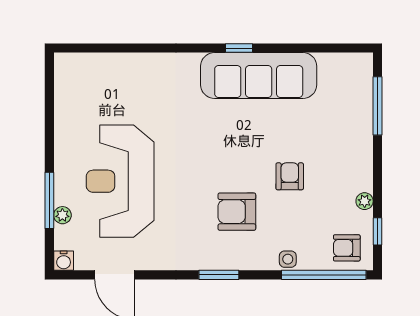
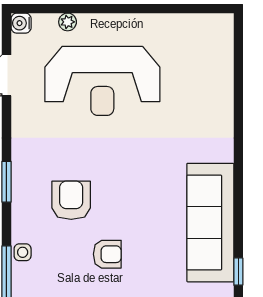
window: (239, 48) -> (238, 272), moved
reception desk: (120, 181) -> (102, 81), turned 180
window: (49, 200) -> (83, 9), removed

